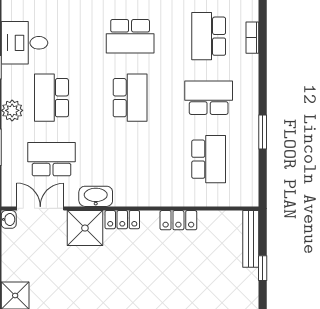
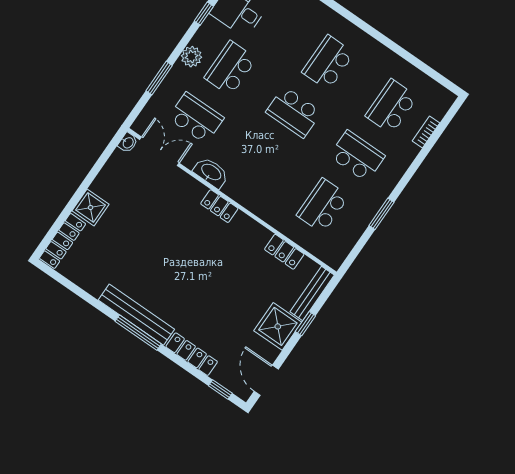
school desk: (130, 36) -> (328, 63), turned 90
school desk: (130, 98) -> (294, 112), turned 90
school desk: (209, 159) -> (323, 206), turned 180
locker: (178, 220) -> (284, 252), moved
shower: (85, 228) -> (278, 326), moved

